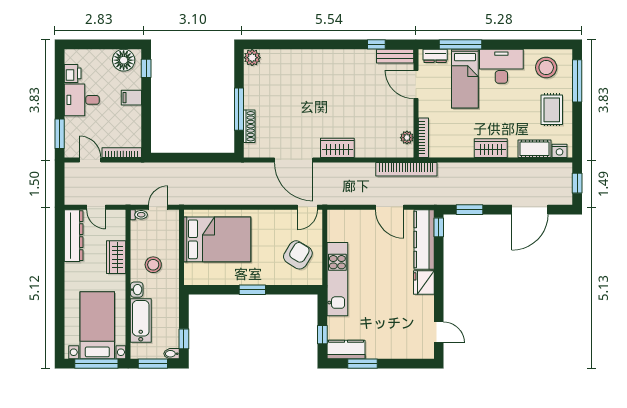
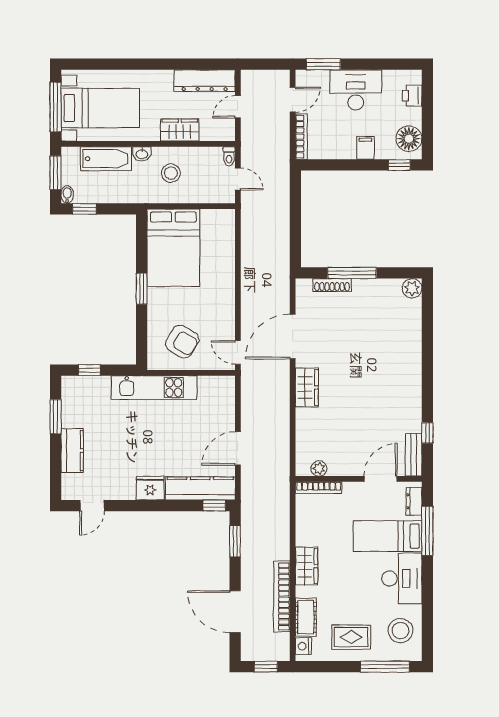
printer: (73, 73) -> (412, 96), moved, turned 90
desk: (82, 100) -> (356, 90), width x1.37
bookcase: (406, 169) -> (282, 596), moved
bed: (217, 239) -> (173, 248), moved
kitchen counter: (346, 349) -> (72, 451), moved

